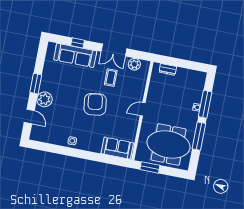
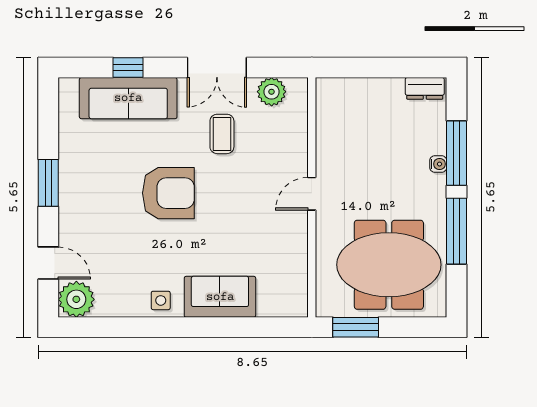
dresser: (168, 69) -> (425, 88), moved
plant: (45, 99) -> (76, 299), moved
armchair: (95, 104) -> (168, 193), moved, turned 98
sofa: (117, 148) -> (220, 297), moved

